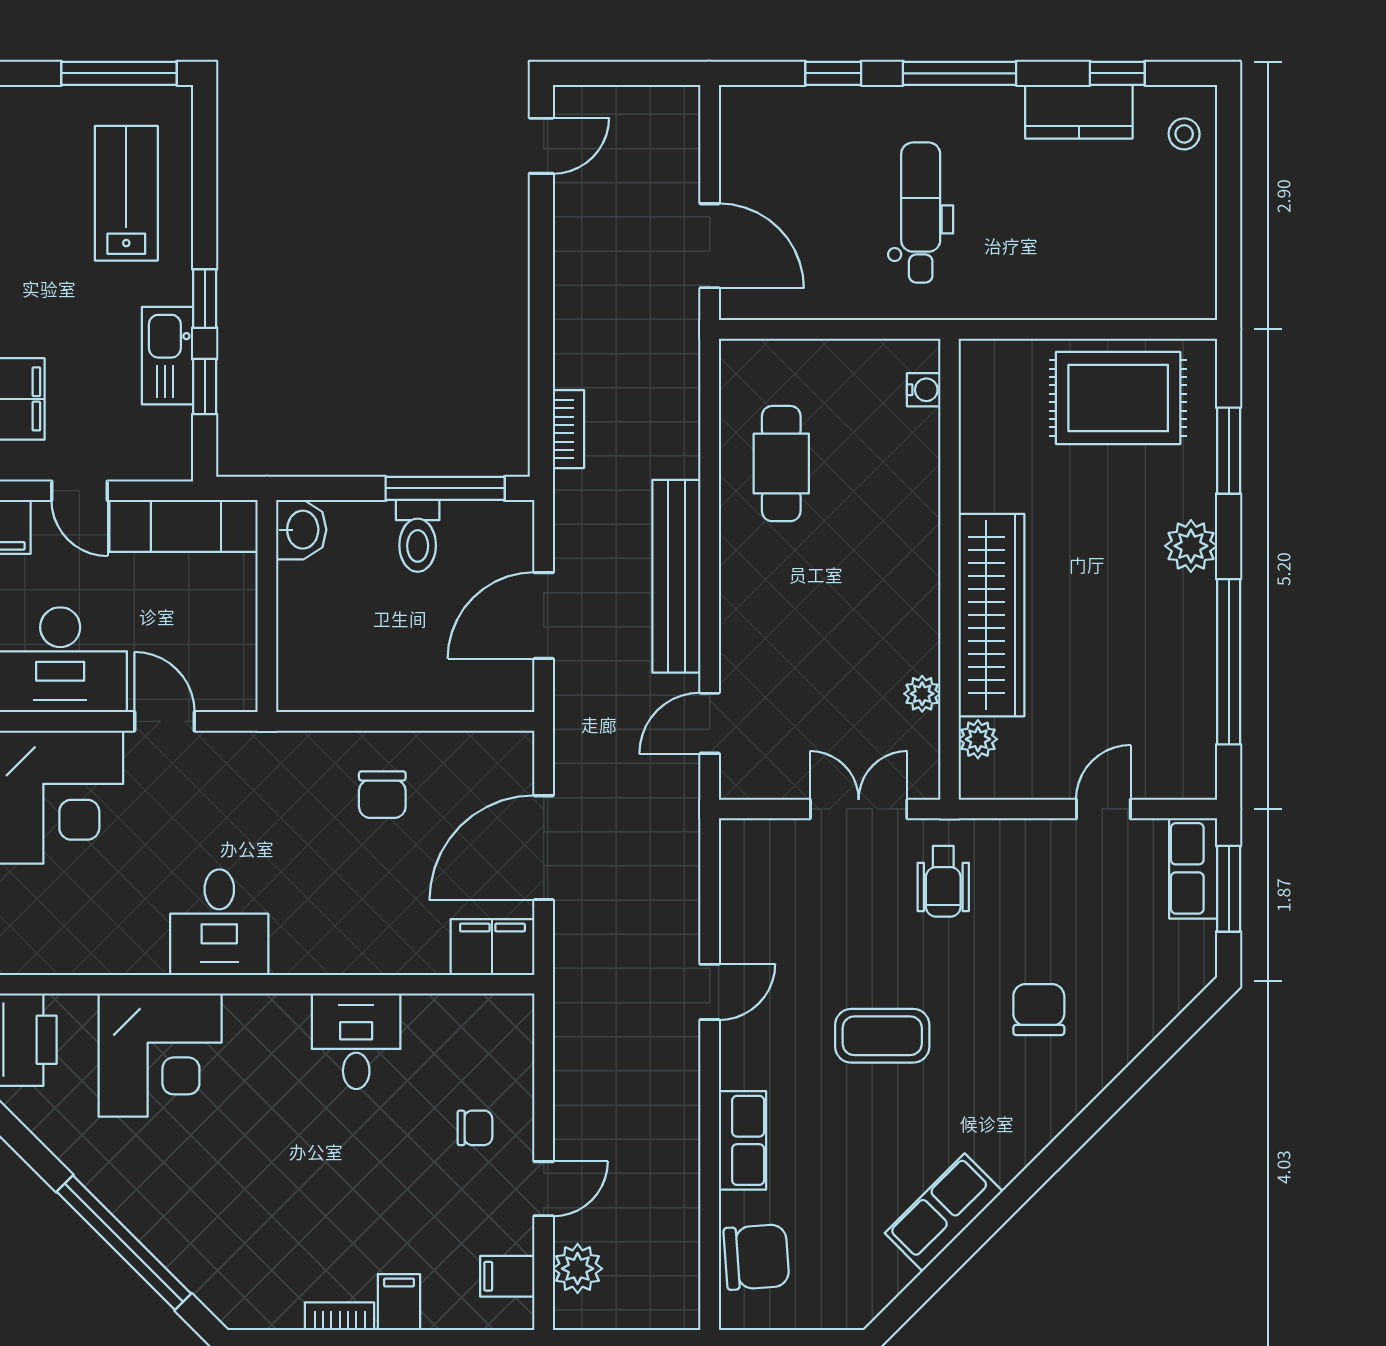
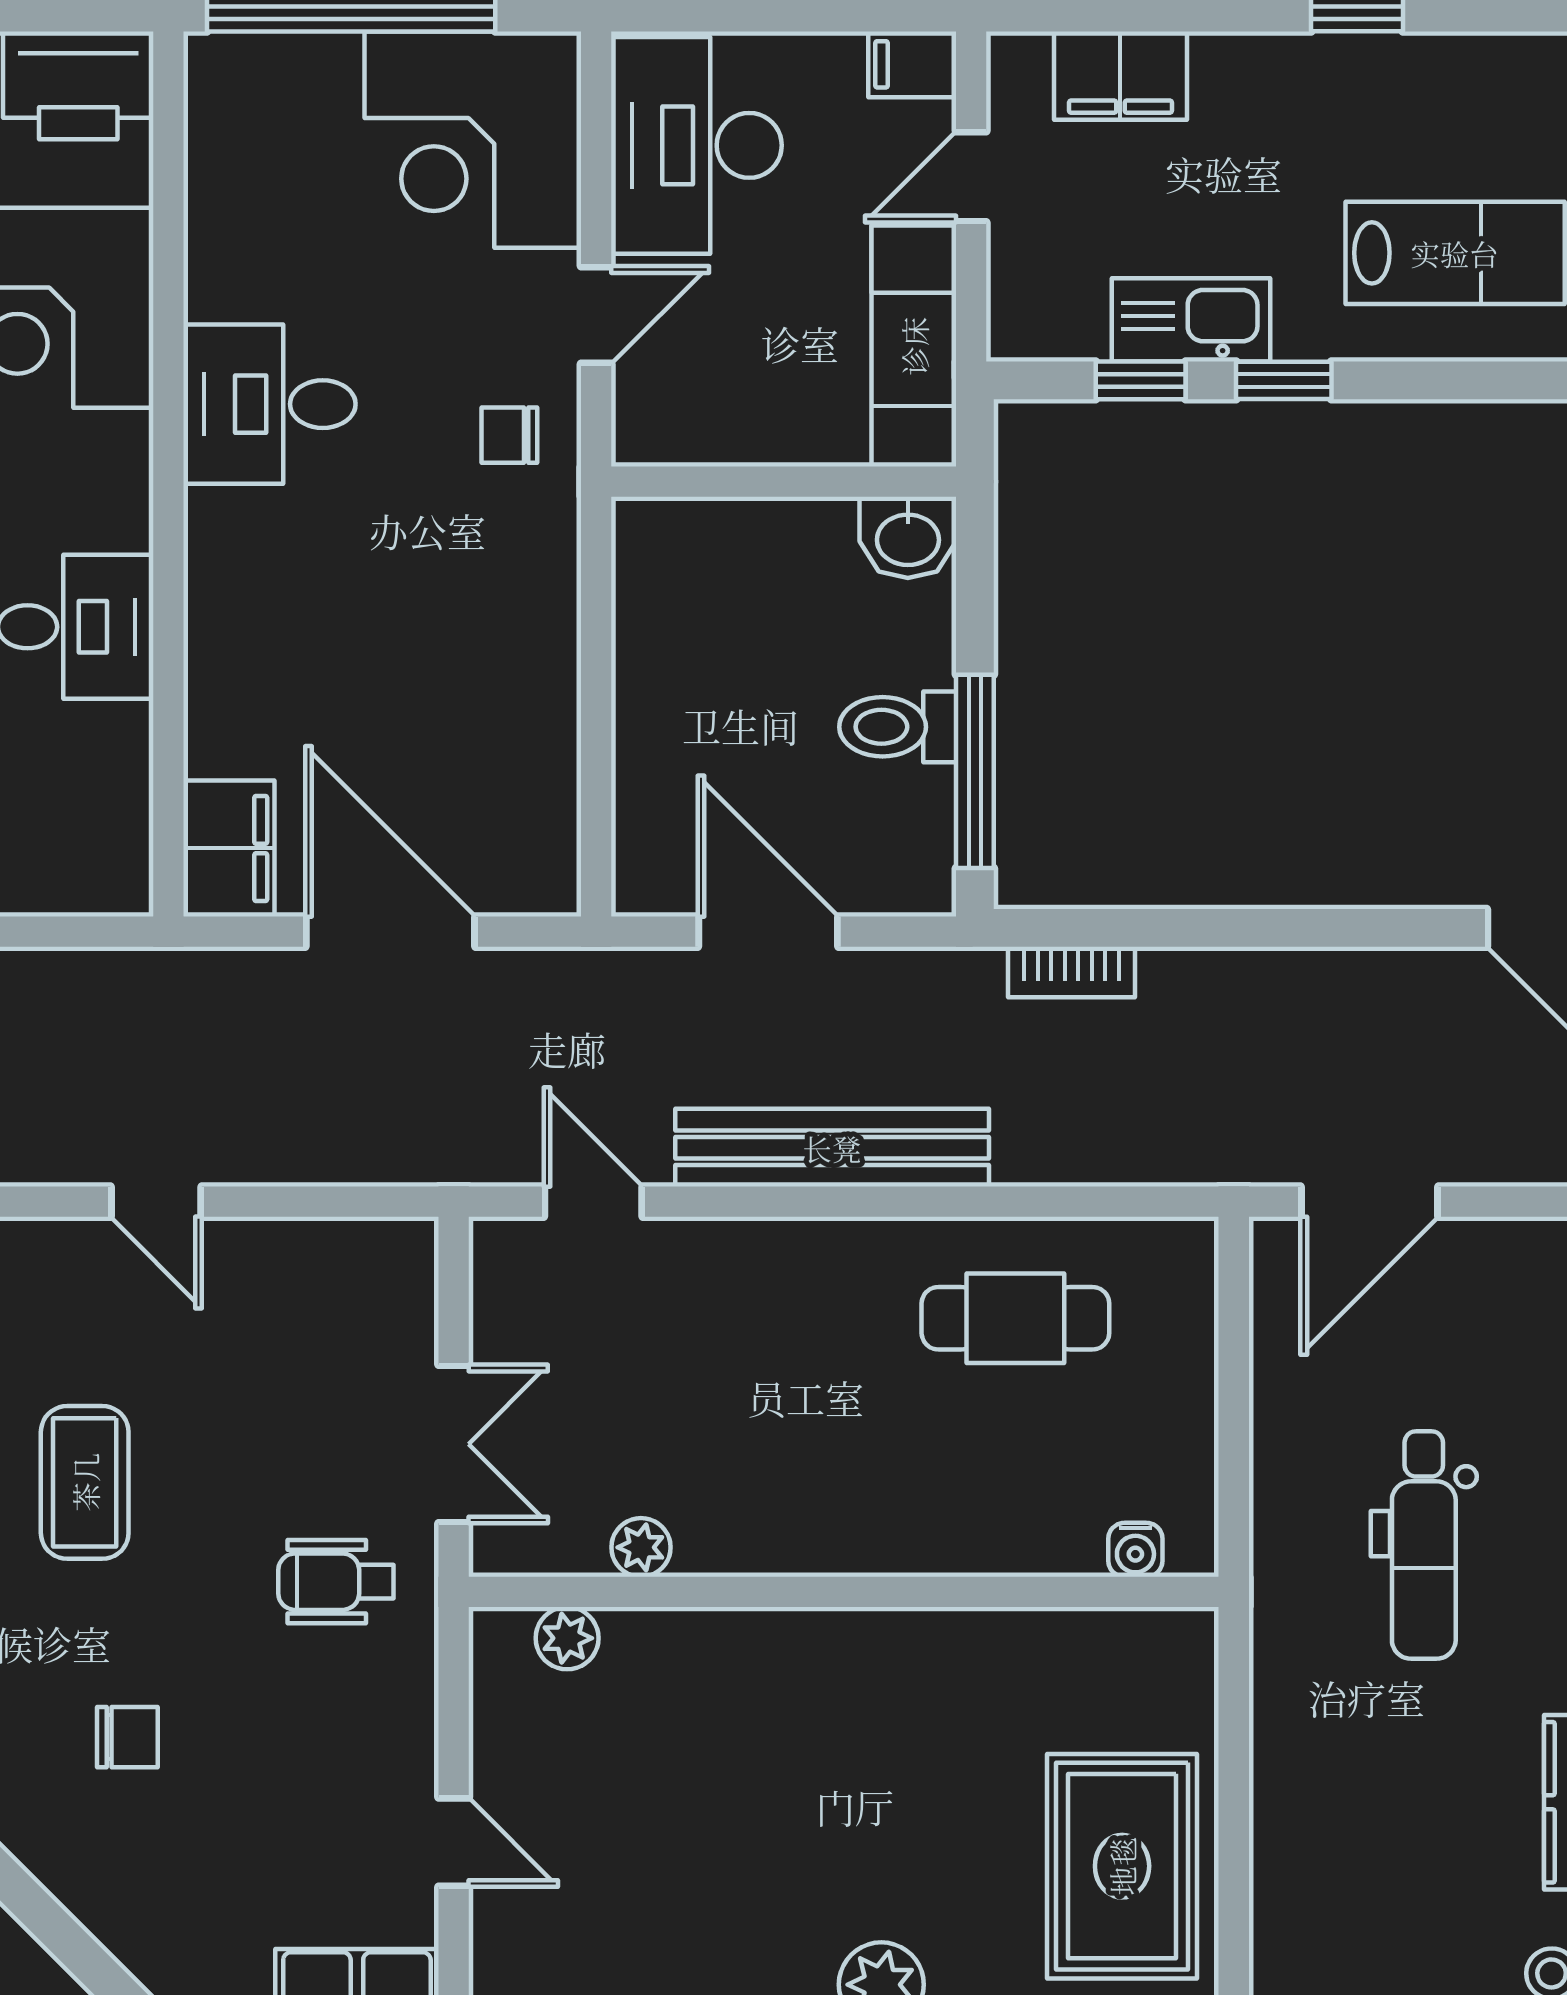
dental chair: (921, 212) -> (1424, 1545), turned 90
wardrobe: (991, 615) -> (769, 1660), removed
chair: (382, 795) -> (509, 435), moved, width x0.73, depth x0.73
chair: (1039, 1010) -> (127, 1737), width x0.73, depth x0.73

